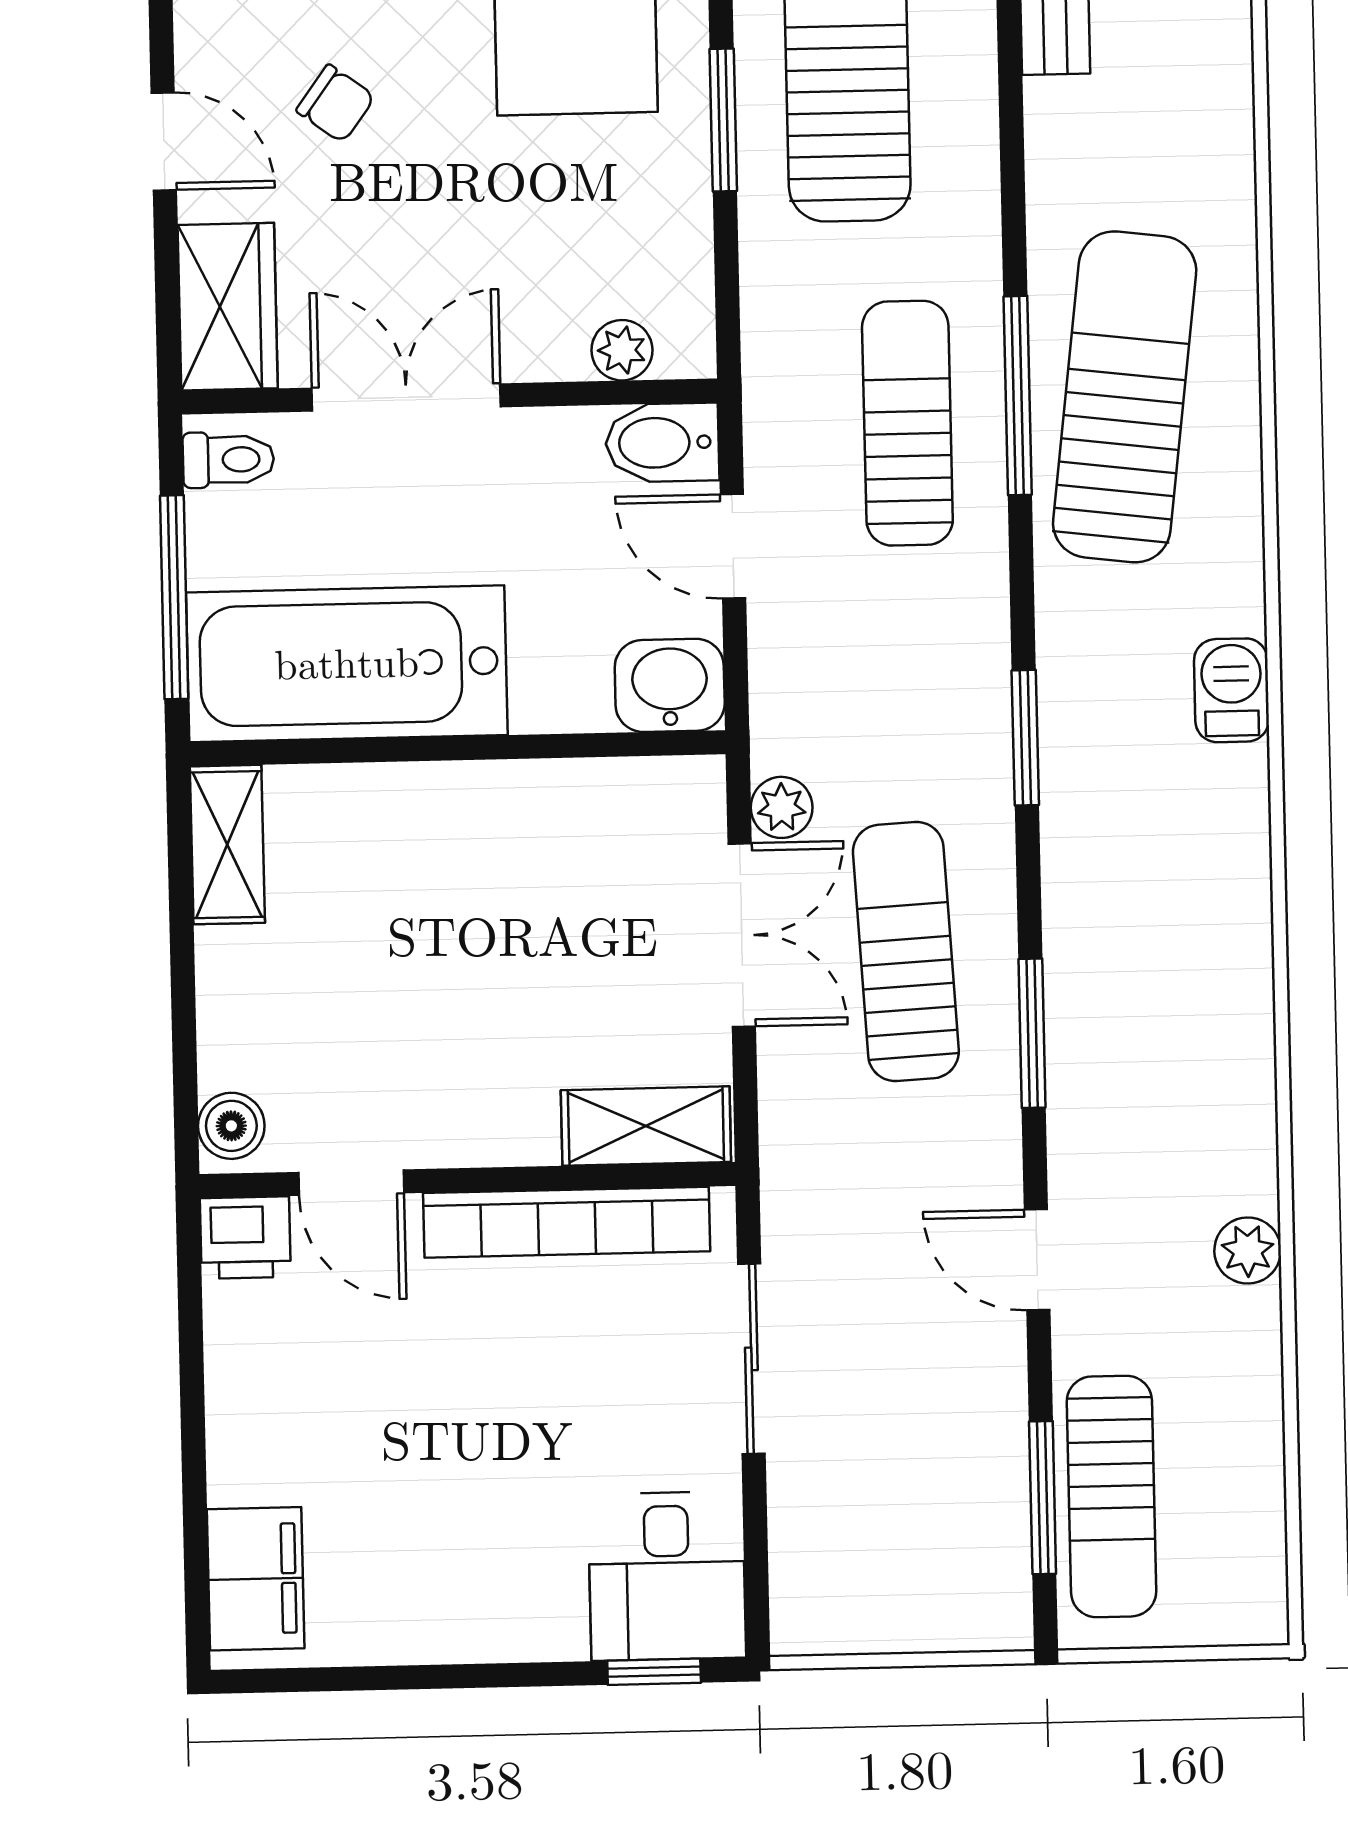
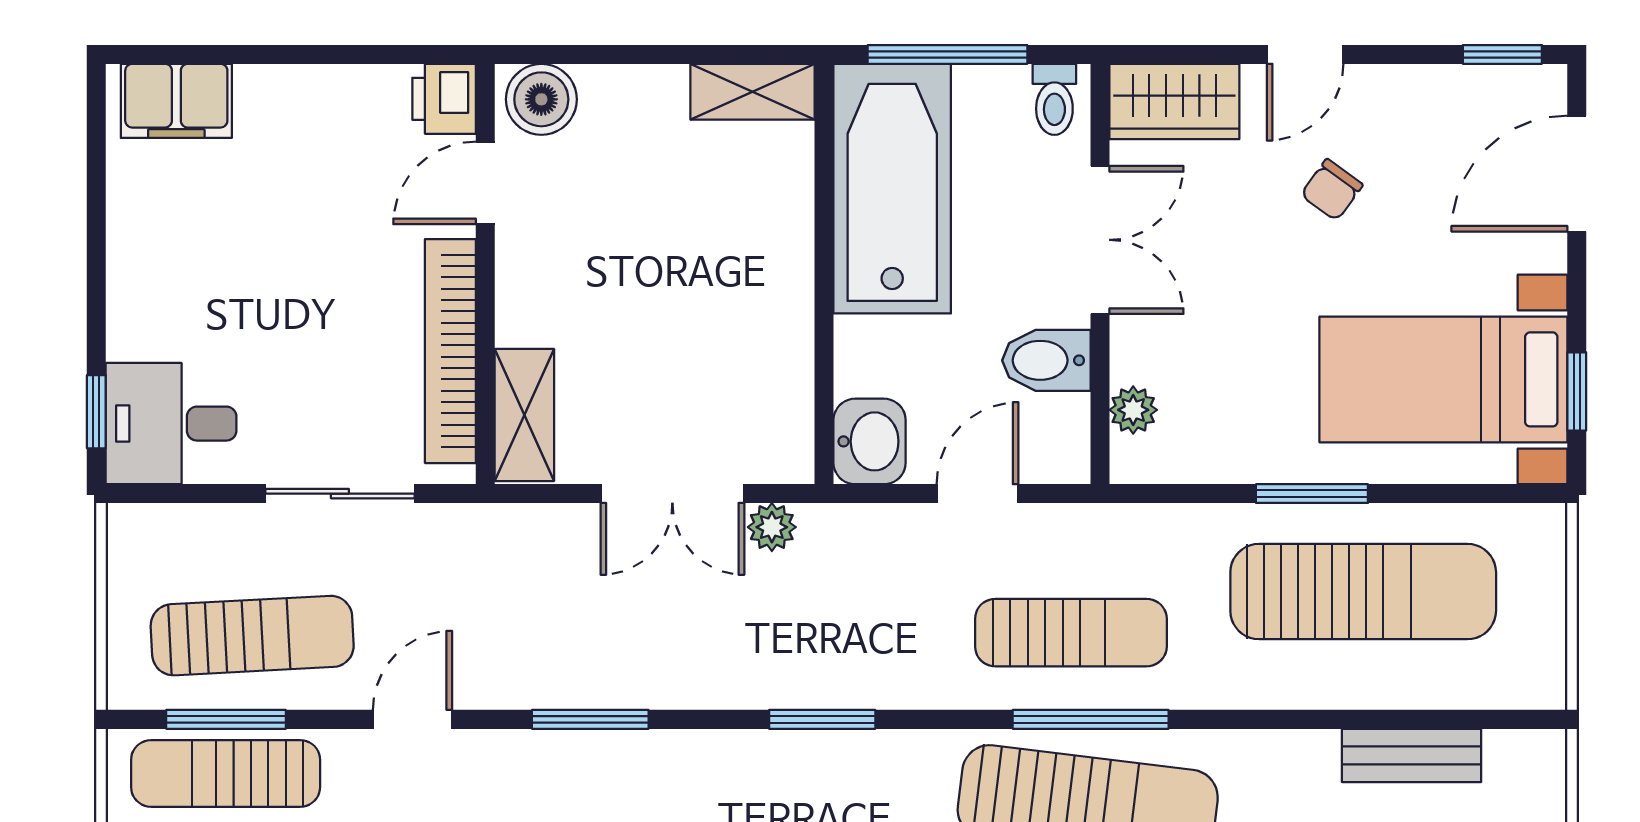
bidet: (662, 443) -> (1046, 360), moved, turned -90
sun lounger: (906, 952) -> (252, 636), moved
boiler: (231, 1126) -> (541, 99), width x1.36, depth x1.36

